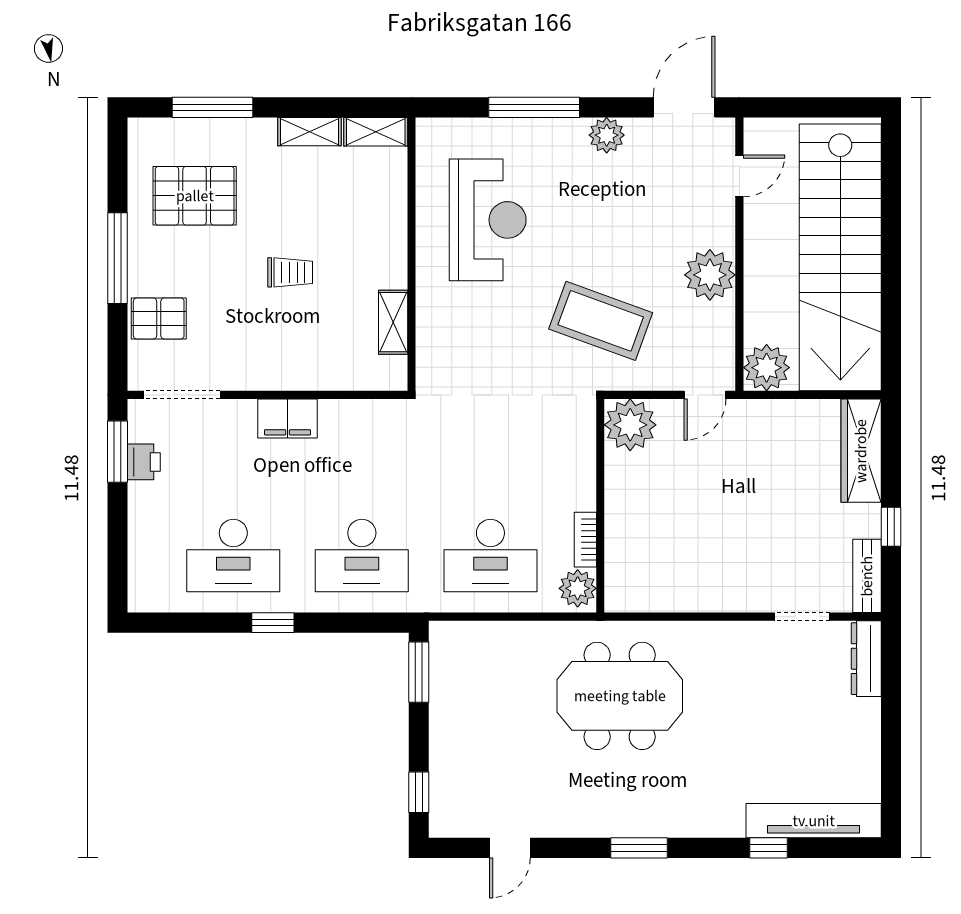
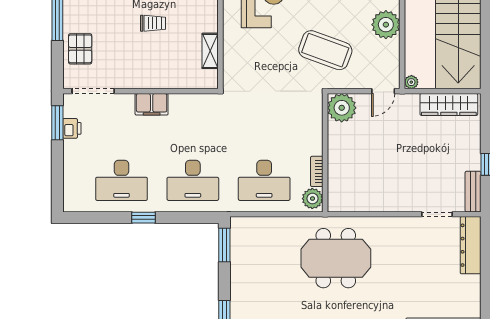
pallet: (159, 318) -> (80, 49), turned 90
plant: (767, 368) -> (411, 82), width x0.53, depth x0.53
wardrobe: (861, 451) -> (449, 104), moved, turned -90
dresser: (866, 659) -> (471, 245), width x1.37, depth x1.24

